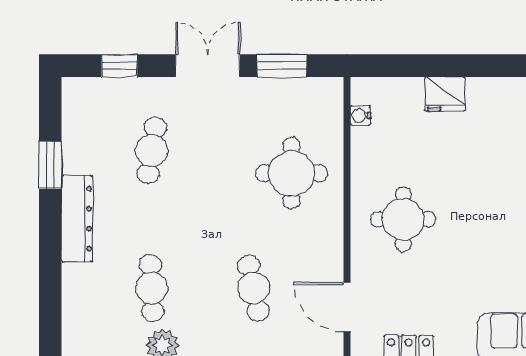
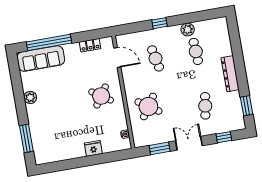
double door: (208, 66) -> (189, 143), swing flipped
window: (50, 165) -> (247, 106), moved
round table: (291, 173) -> (148, 106), turned 34
round table: (403, 219) -> (101, 96), turned 34

